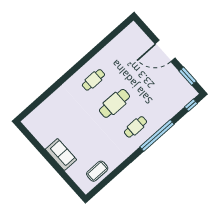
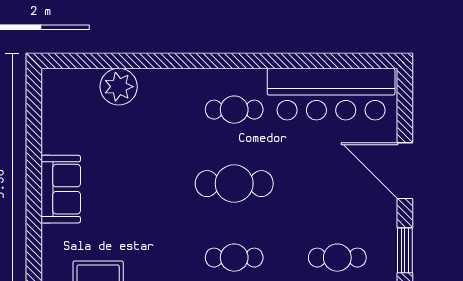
bar counter: (120, 47) -> (331, 94), added
cafe table: (168, 98) -> (337, 258), added
plant: (50, 105) -> (119, 87), added

